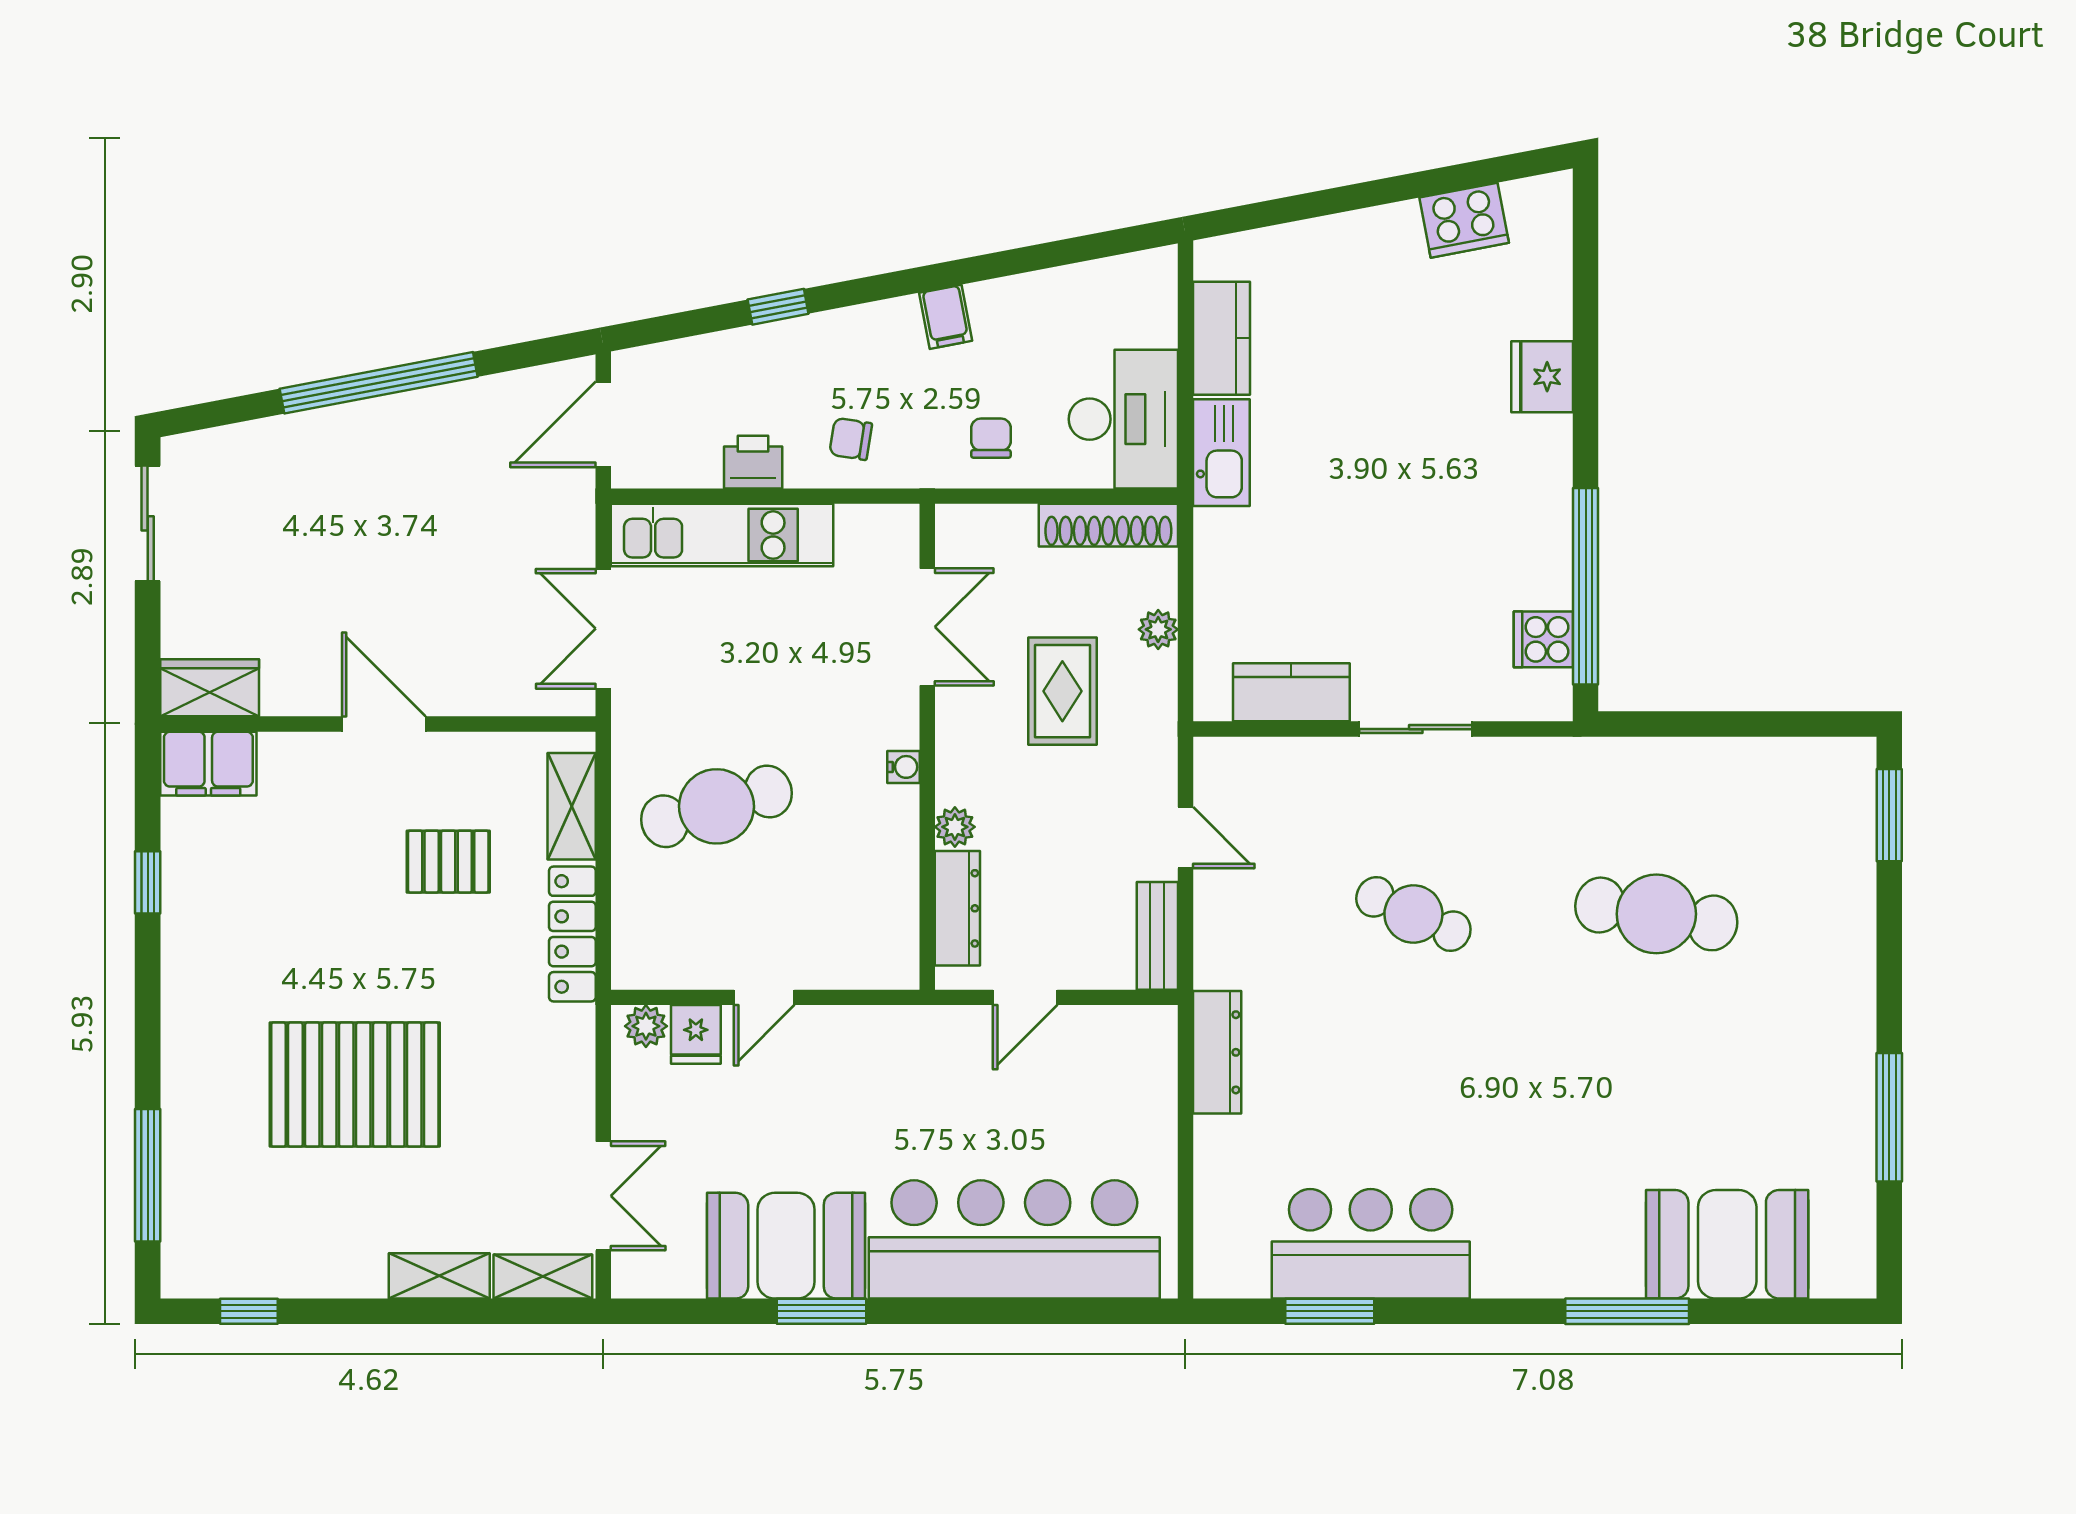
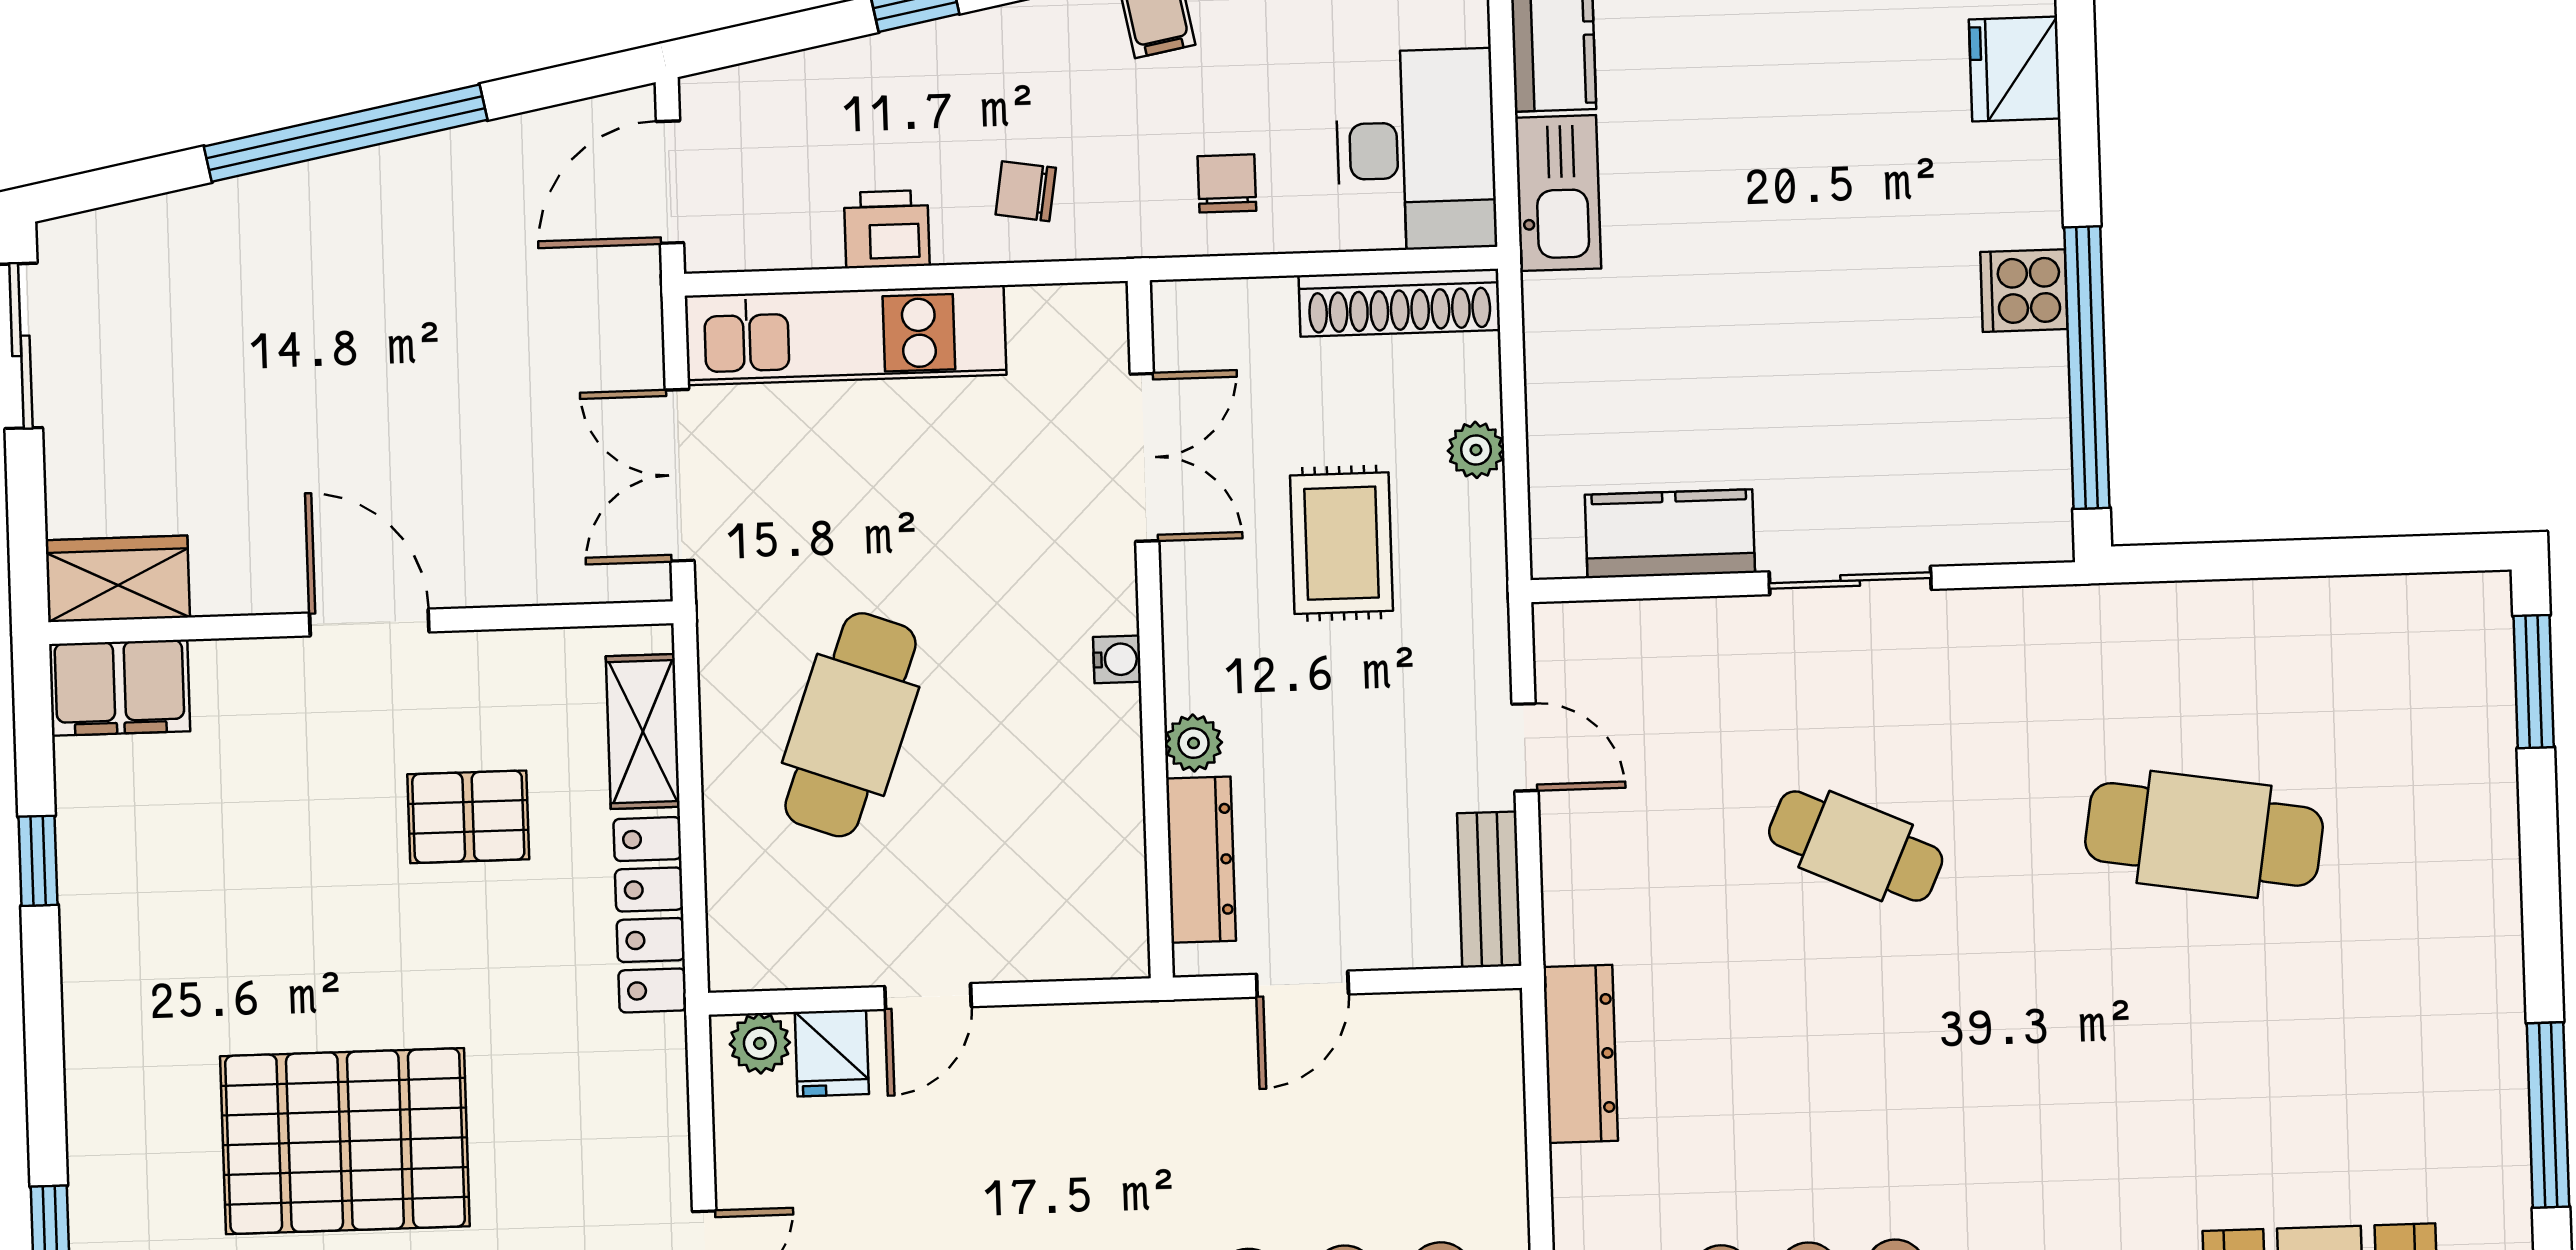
cooker: (1543, 639) -> (2024, 291), moved
cafe table: (716, 806) -> (851, 725), turned -54

